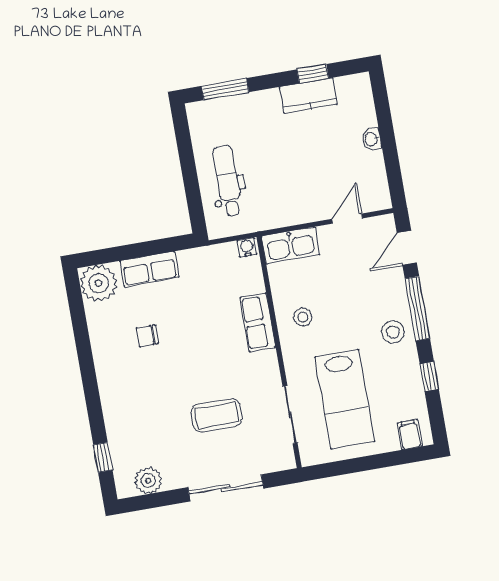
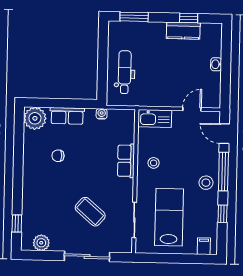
water cooler: (247, 247) -> (102, 114), moved
door: (407, 248) -> (224, 134), hinge flipped
lab bench: (345, 399) -> (169, 217), turned 180
coffee table: (217, 415) -> (90, 212), turned 41

